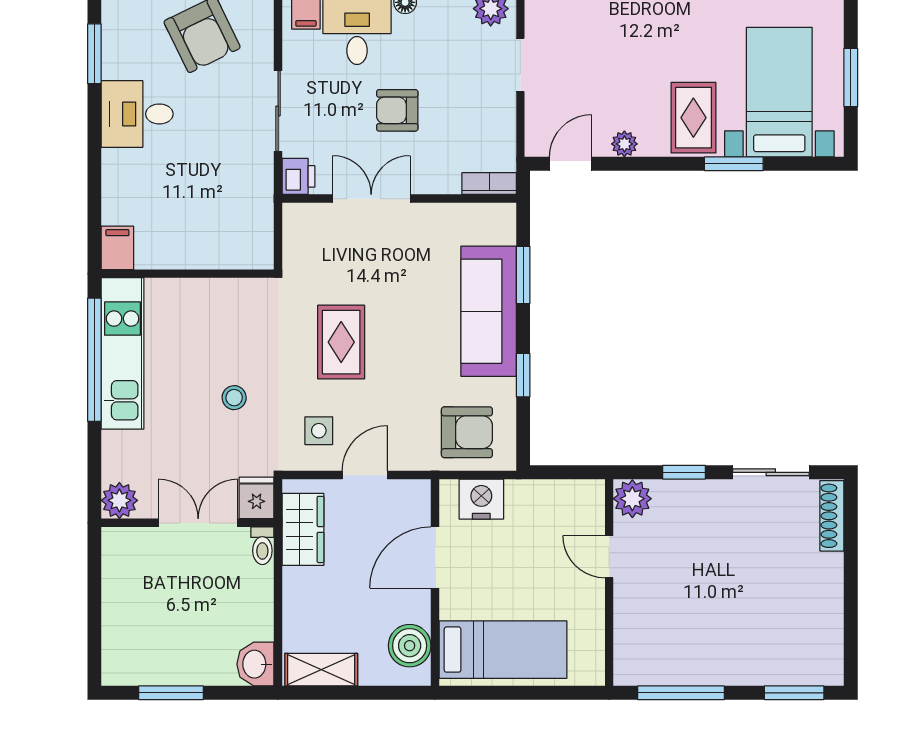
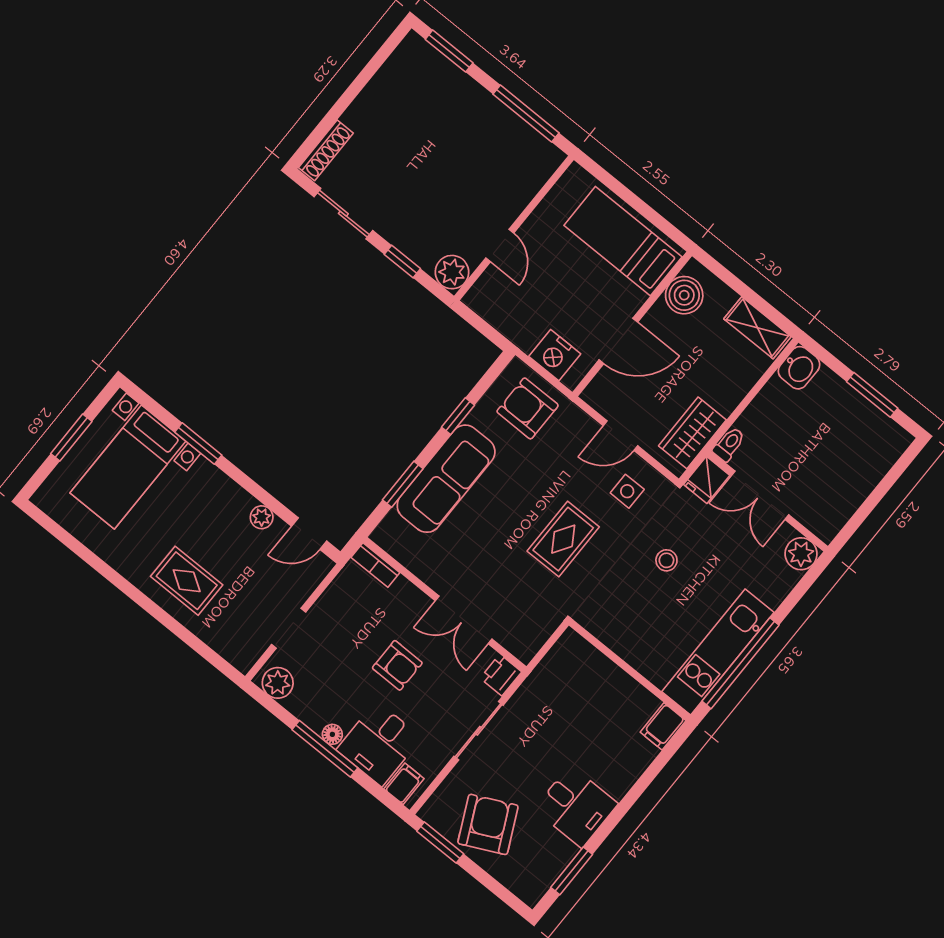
rug: (693, 118) -> (187, 581), moved, turned 90

